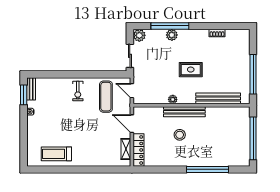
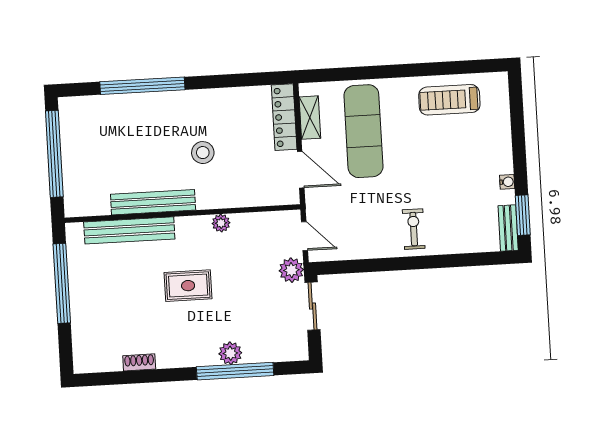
plant: (139, 35) -> (291, 270), moved
exercise mat: (106, 97) -> (363, 131), moved, width x1.36, depth x1.45
bench: (184, 112) -> (153, 202), moved
treadmill: (56, 154) -> (449, 100), turned 180

